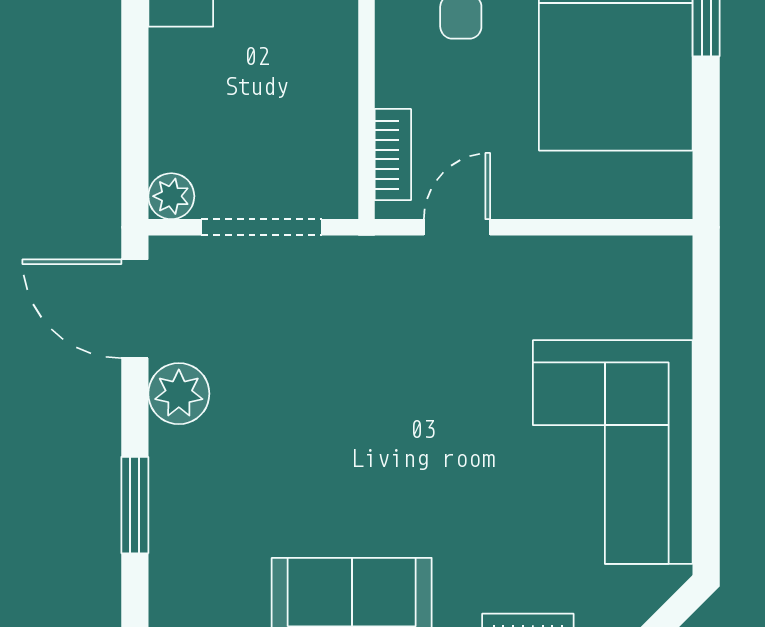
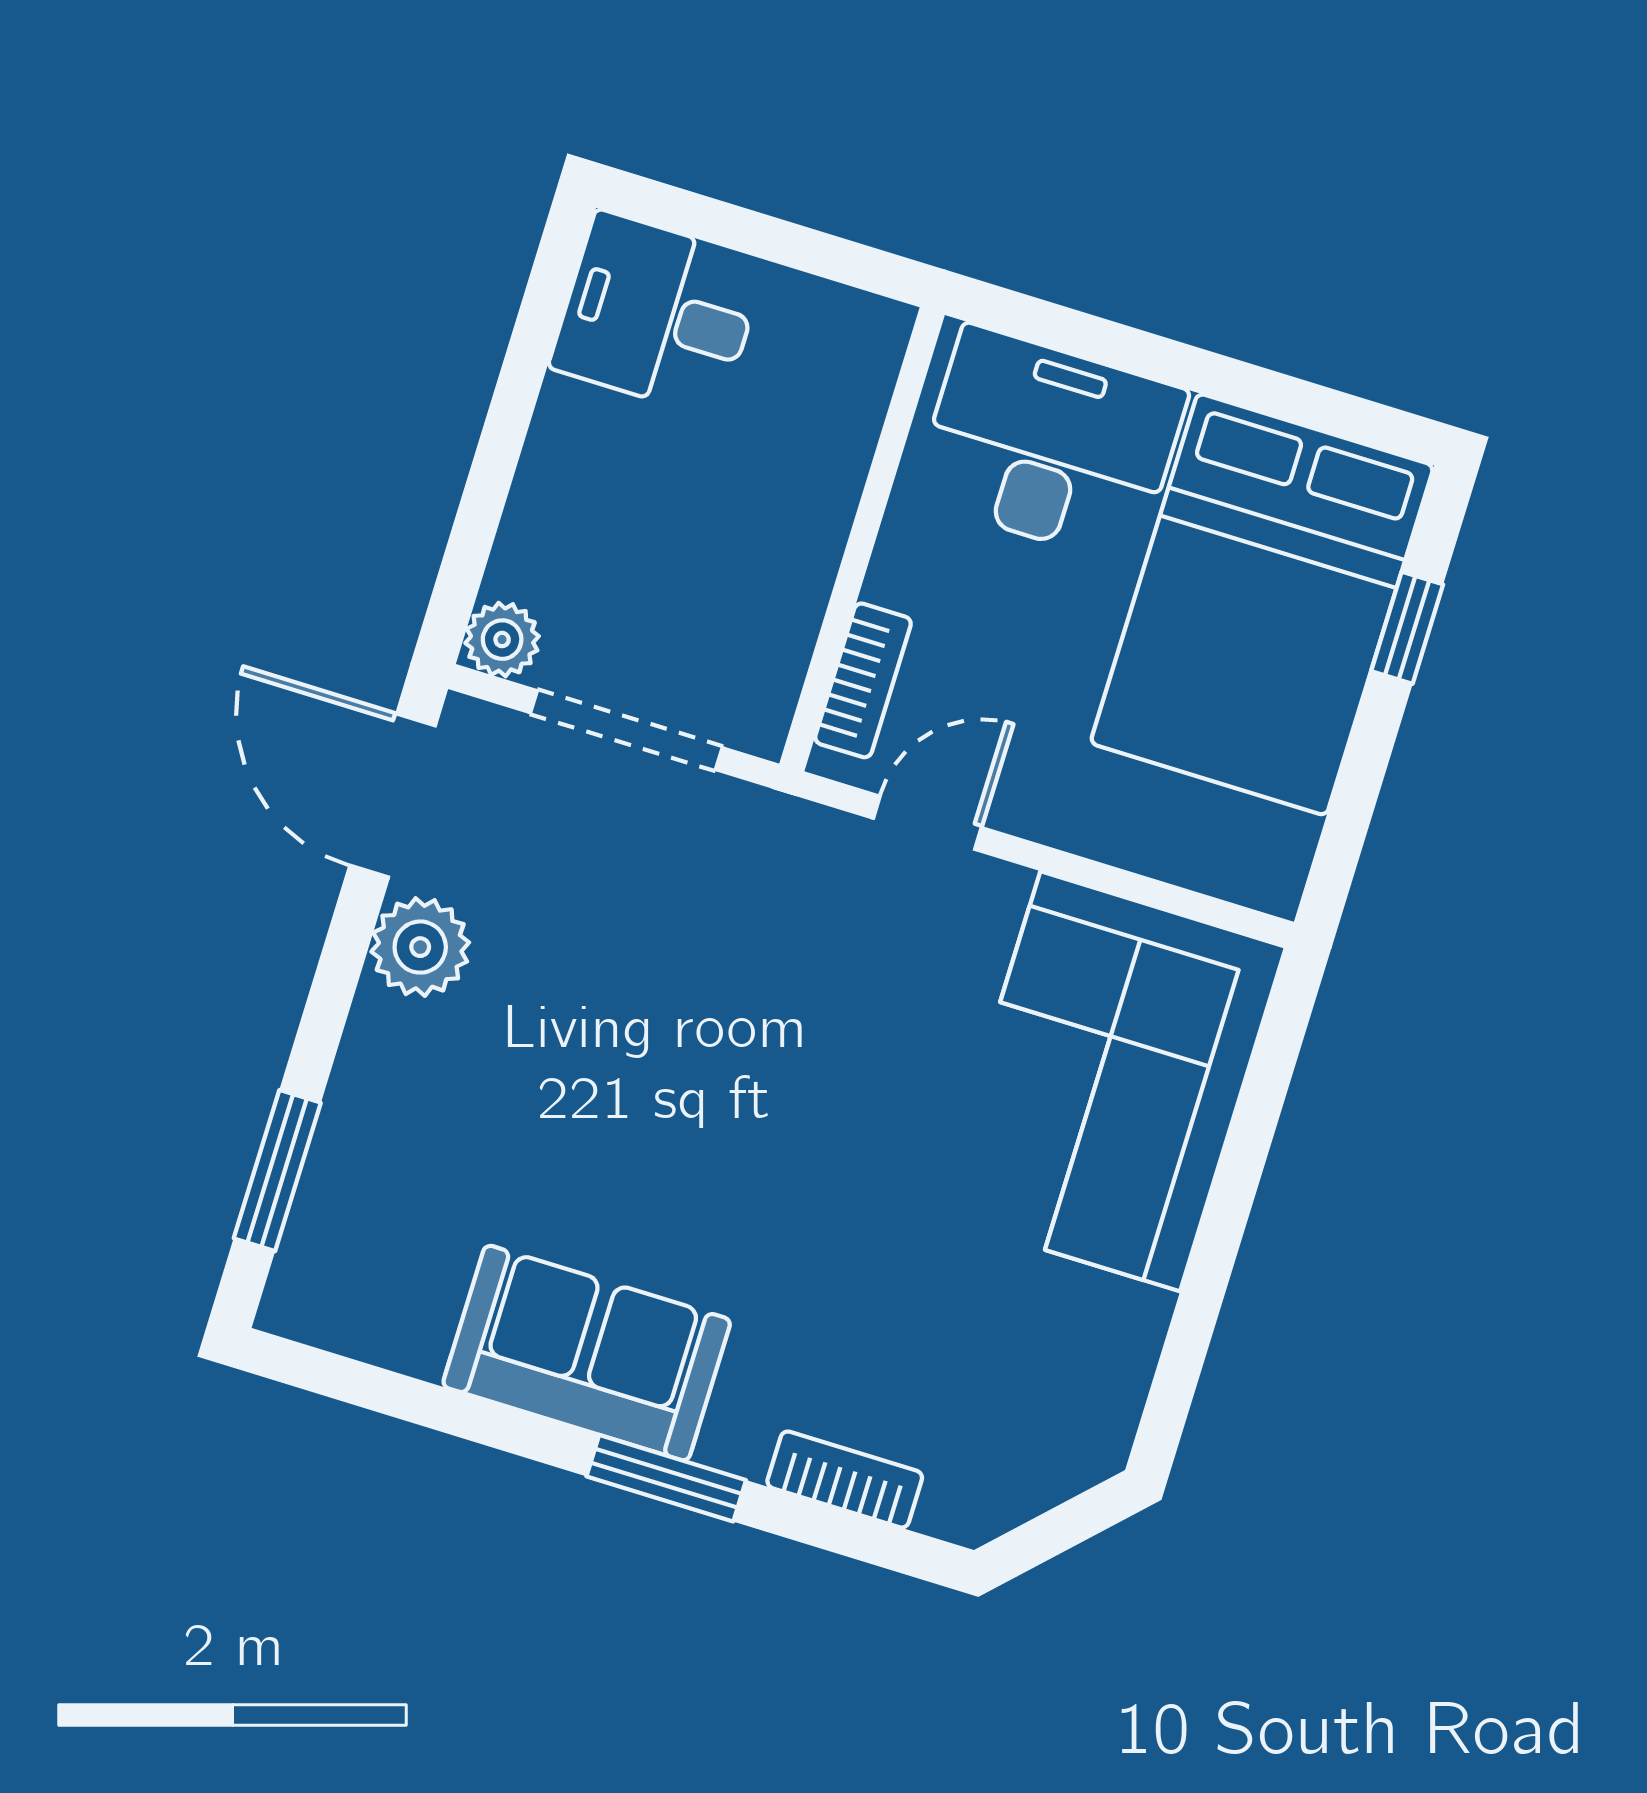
corner sofa: (613, 452) -> (1110, 1081), moved
window: (135, 505) -> (277, 1171), moved

